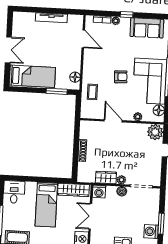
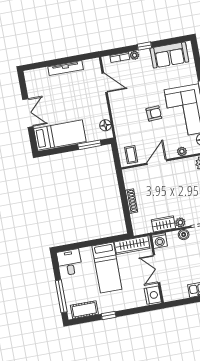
coffee table: (92, 92) -> (131, 155), moved
door: (113, 121) -> (157, 162), hinge flipped

